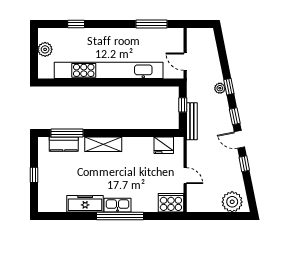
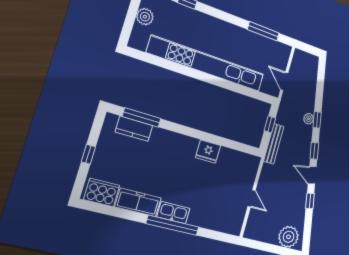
shelving: (103, 144) -> (178, 142), removed
fridge: (164, 145) -> (208, 152), moved
cooker: (171, 203) -> (102, 192), moved

